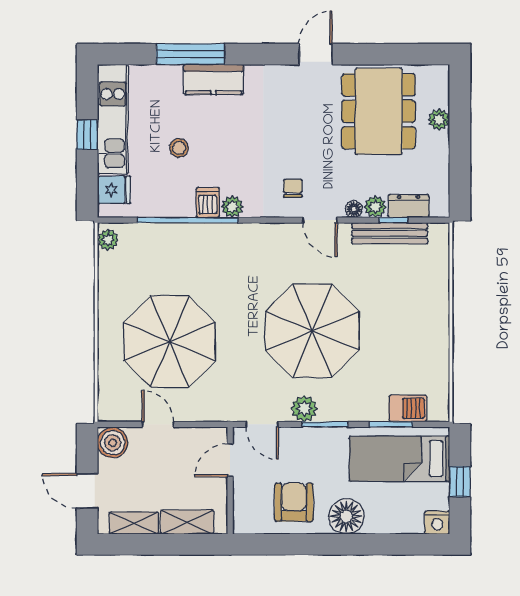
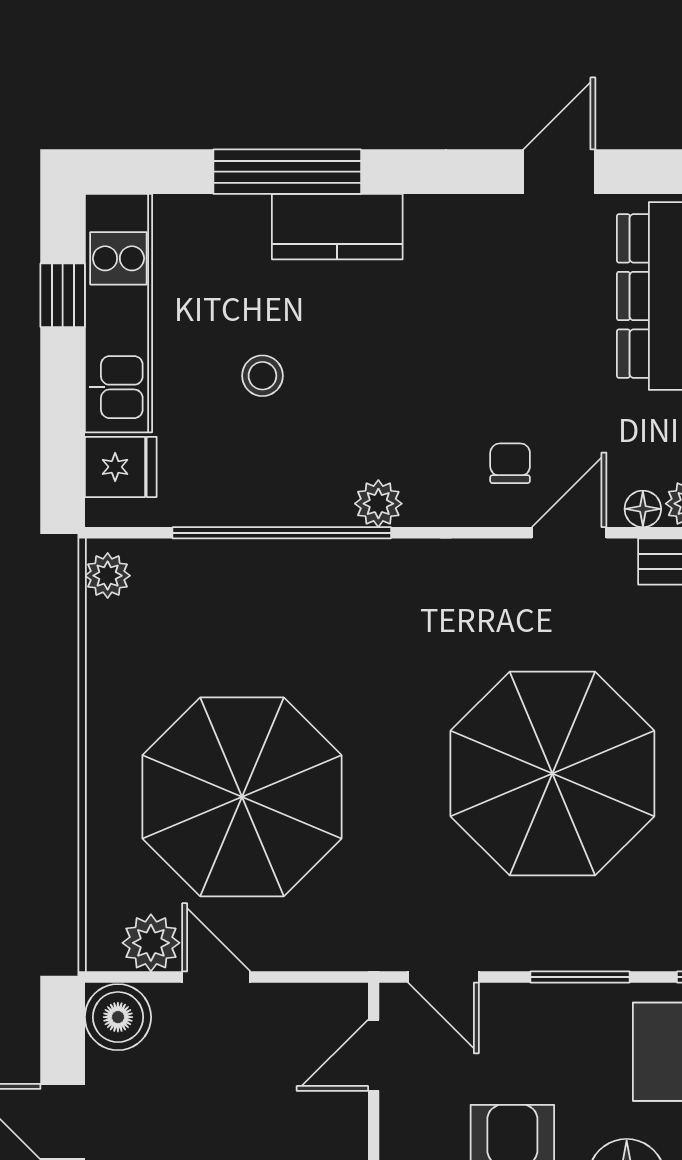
window: (87, 135) -> (63, 295), moved
dishwasher: (208, 203) -> (325, 494), removed
door: (320, 220) -> (569, 533), swing flipped
plant: (304, 409) -> (151, 943), moved

